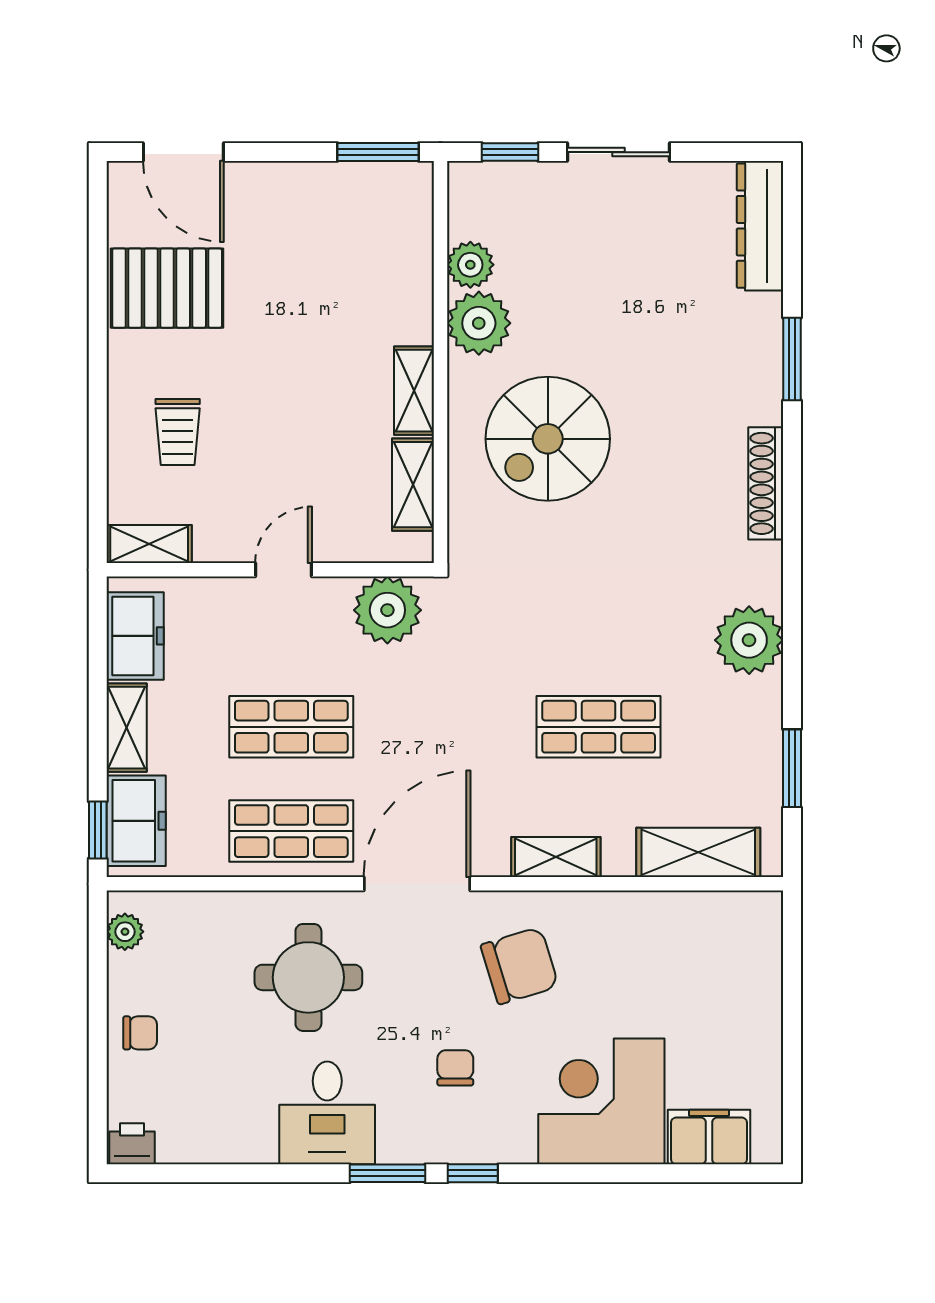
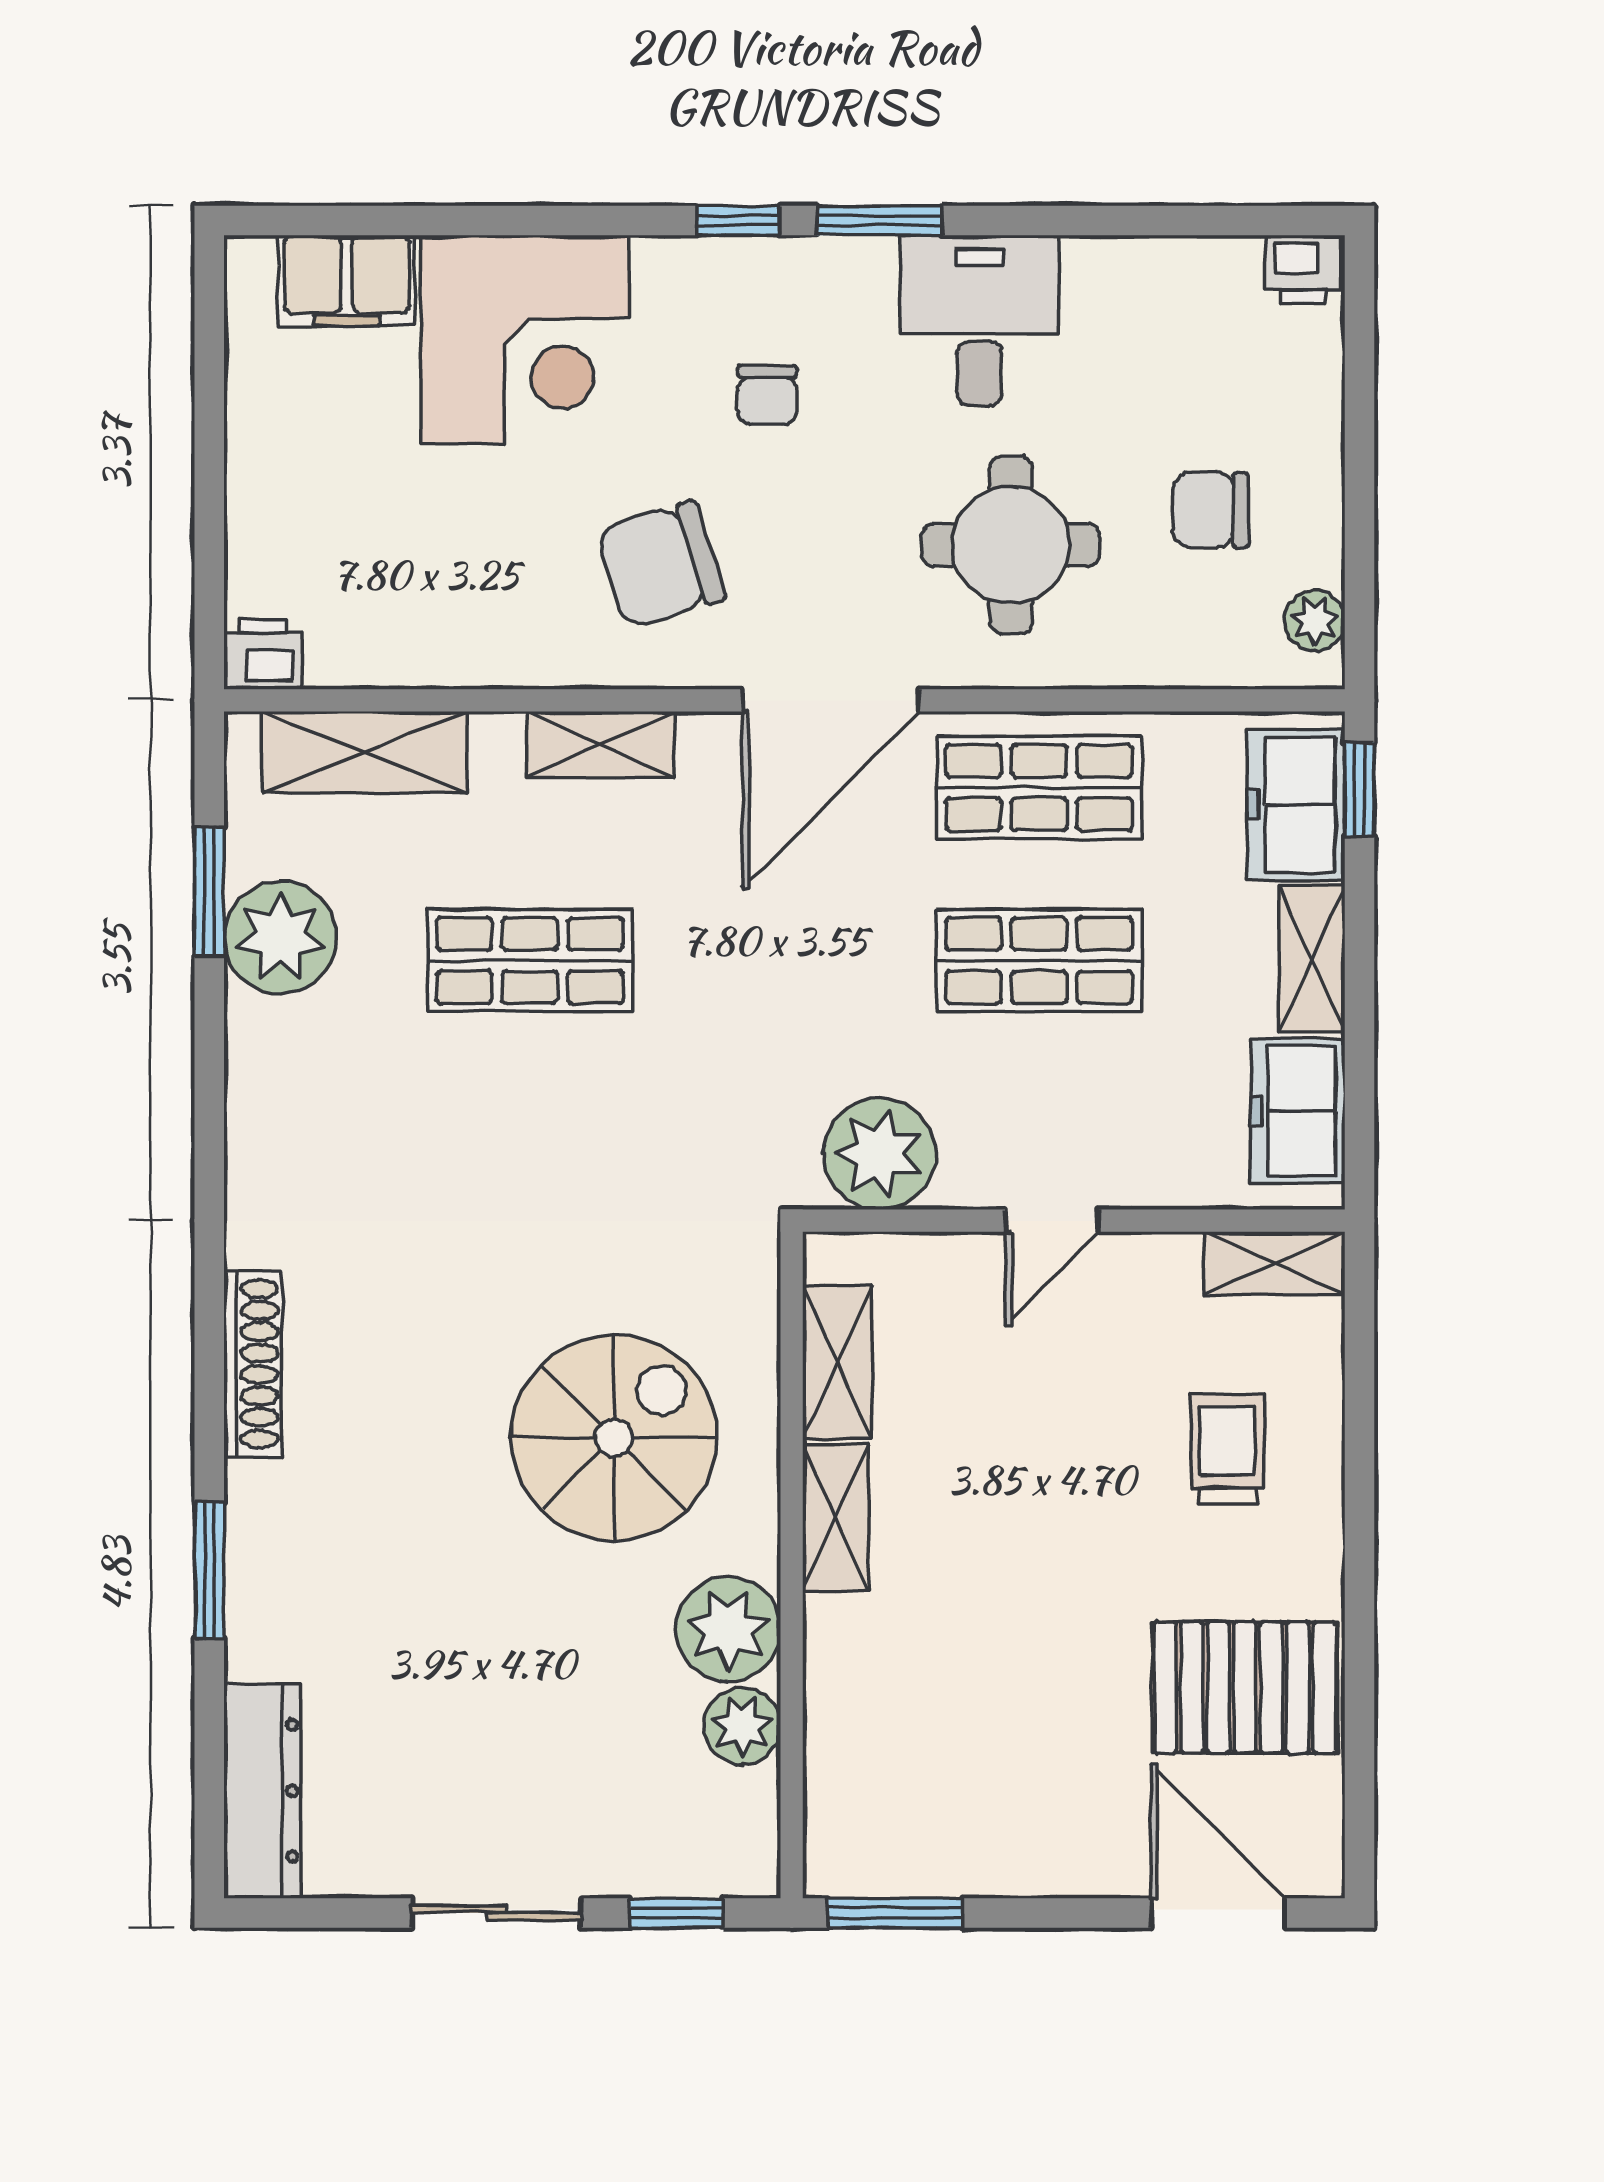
plant: (749, 640) -> (280, 937), moved
printer: (760, 912) -> (263, 654), added
chair: (140, 1033) -> (1210, 510), moved, width x1.37, depth x1.37

